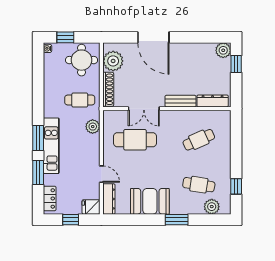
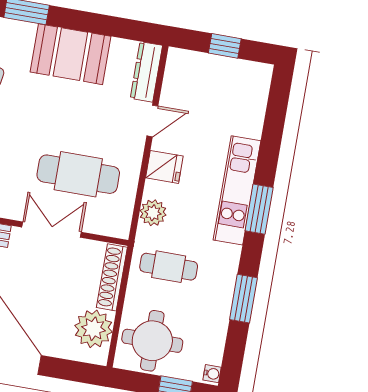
window: (38, 172) -> (243, 299), moved
door: (101, 174) -> (152, 121), swing flipped
locker: (50, 198) -> (257, 92), removed
fridge: (91, 207) -> (164, 167), moved

